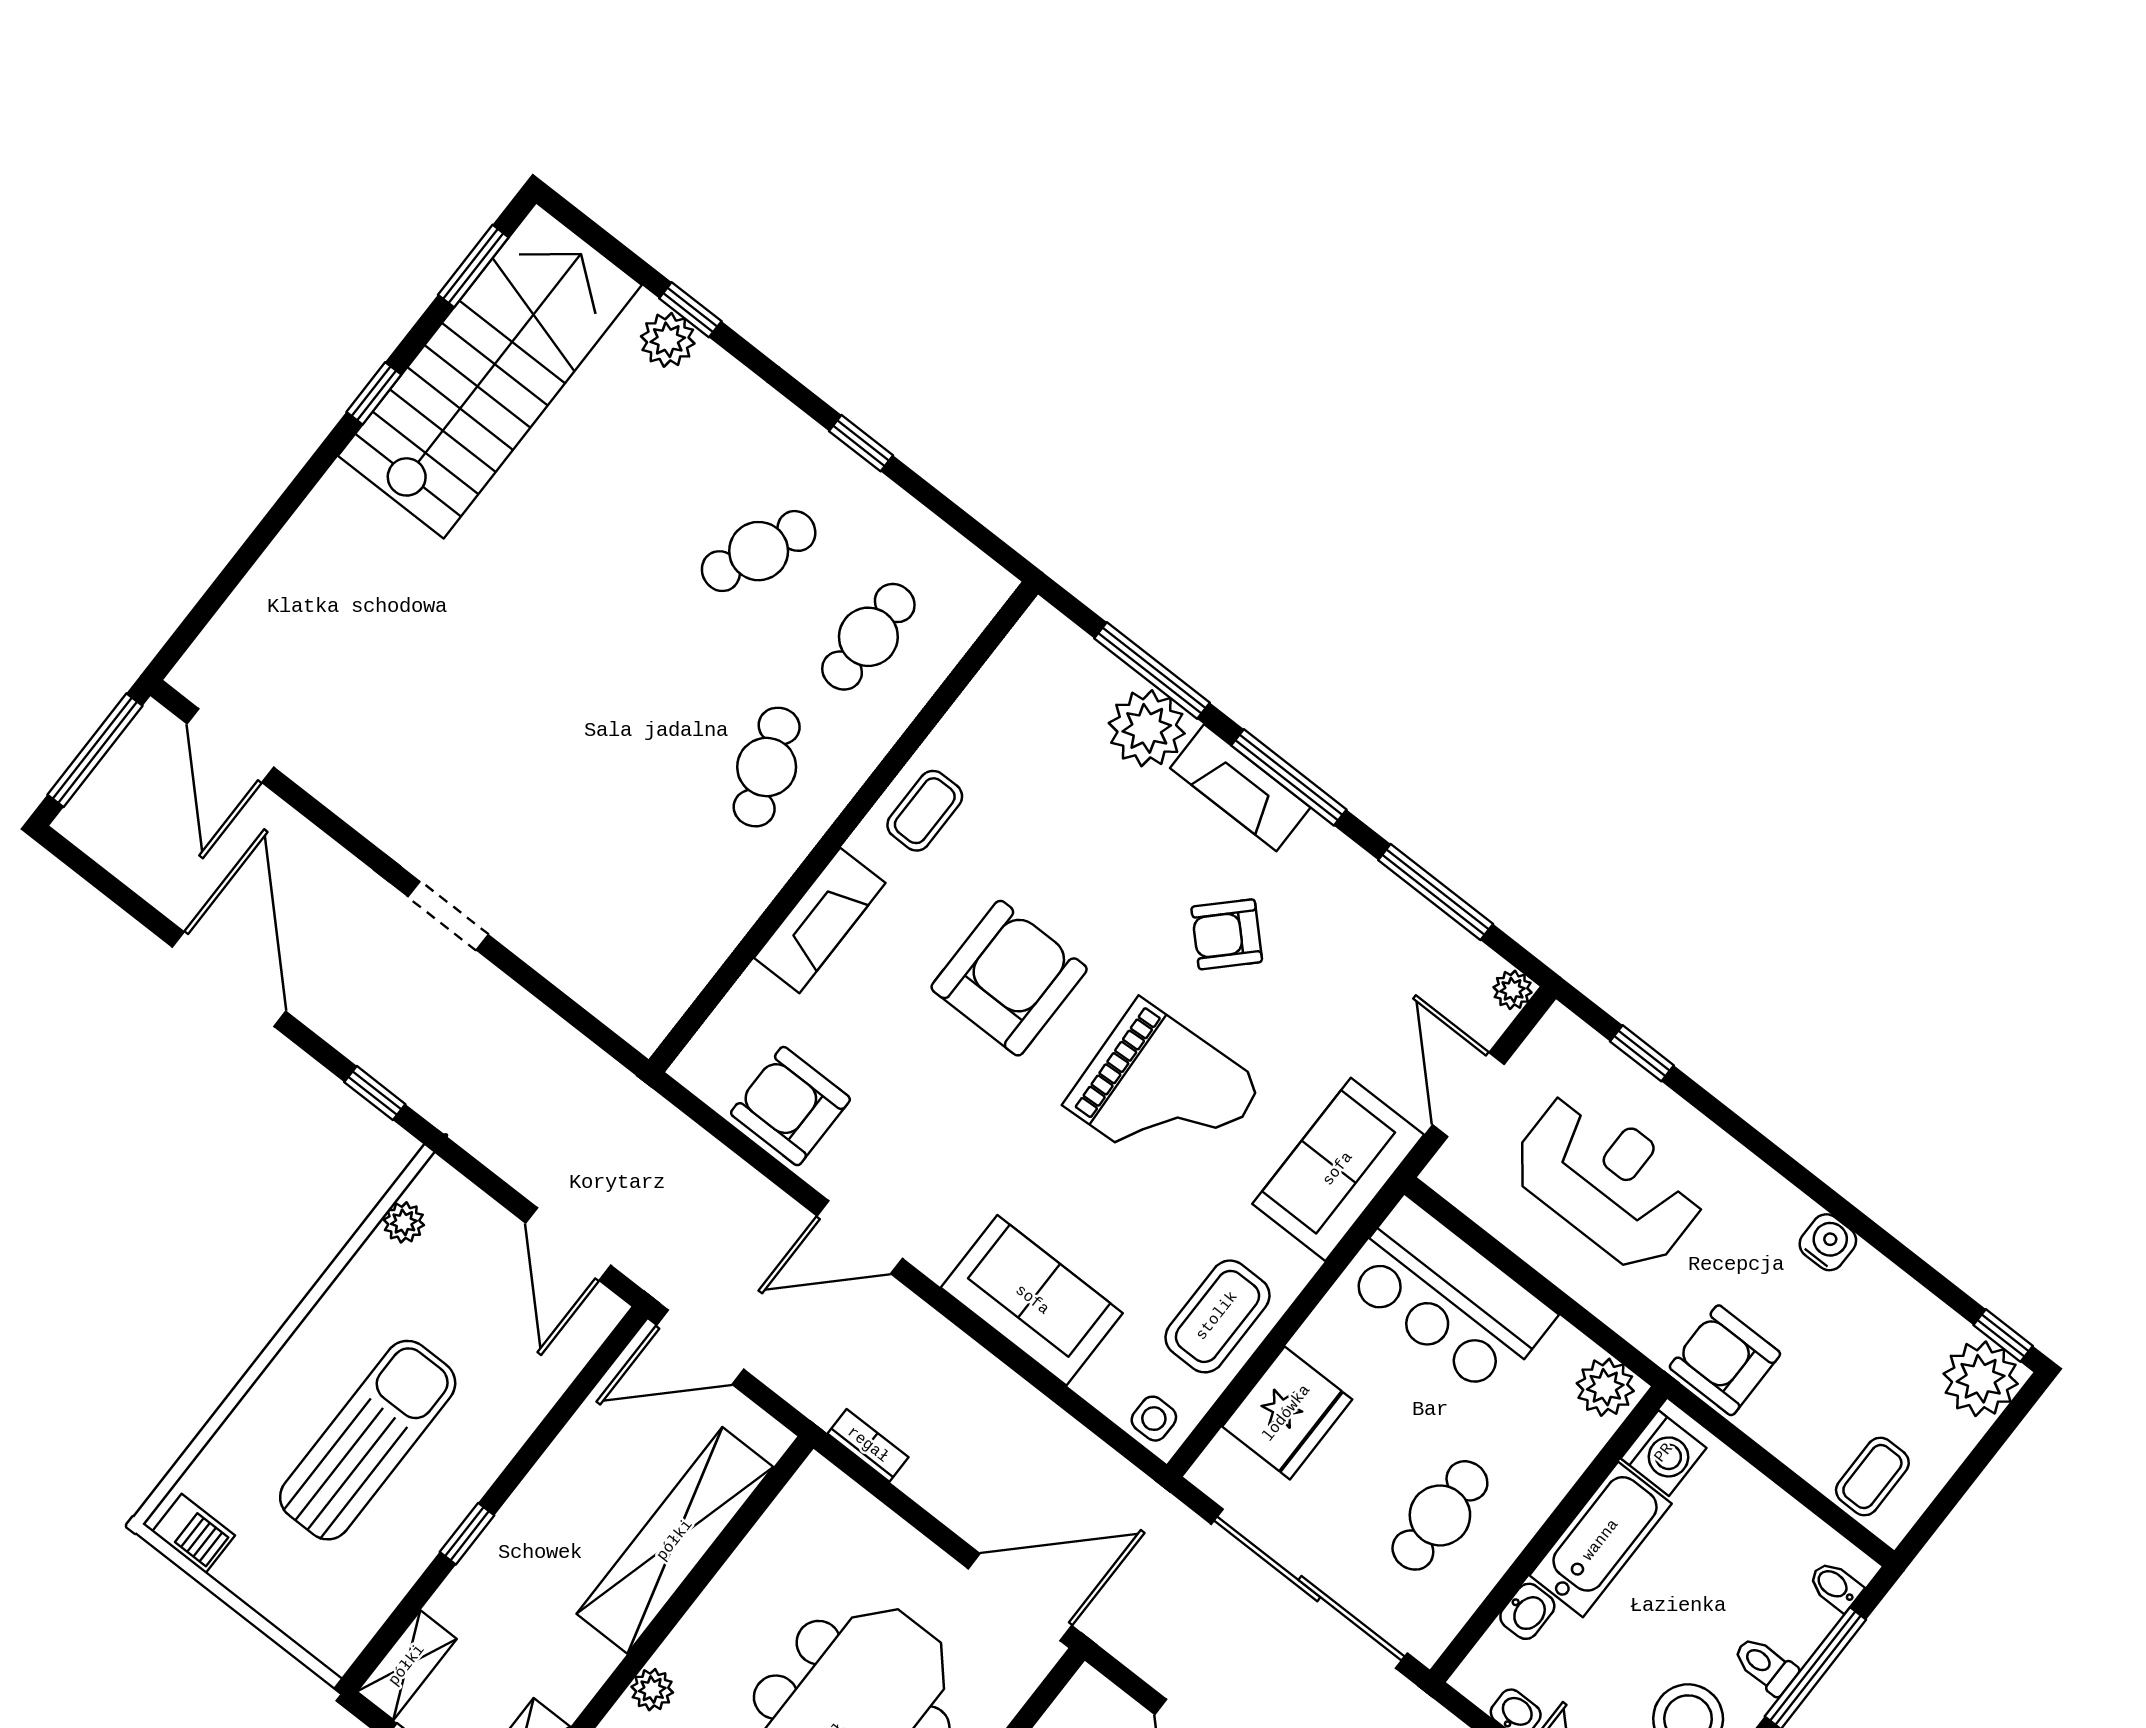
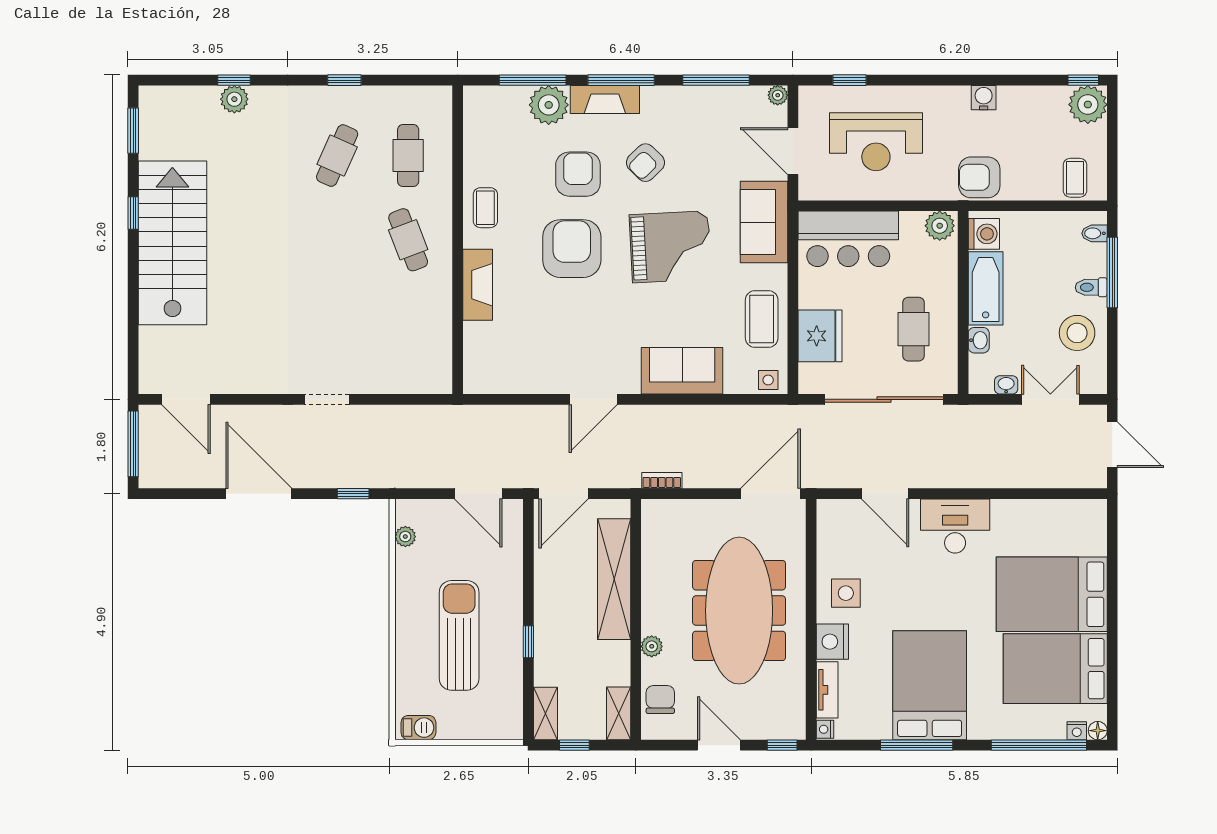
stairs: (490, 370) -> (172, 243), moved
armchair: (790, 1106) -> (578, 174), moved, turned 90
reception desk: (1608, 1180) -> (876, 142), turned 180

